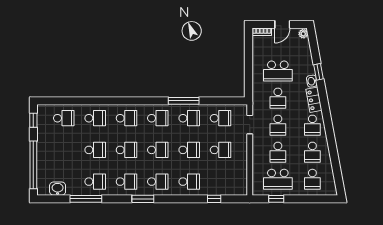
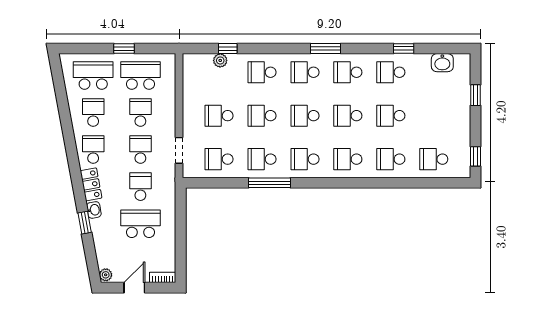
window: (33, 165) -> (475, 95), width x0.32
school desk: (312, 179) -> (93, 75), width x1.85
plant: (220, 190) -> (220, 60), added
window: (86, 199) -> (404, 49), width x0.46
window: (276, 199) -> (124, 49), moved

